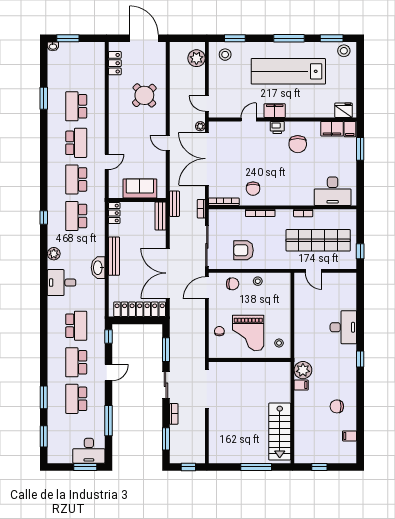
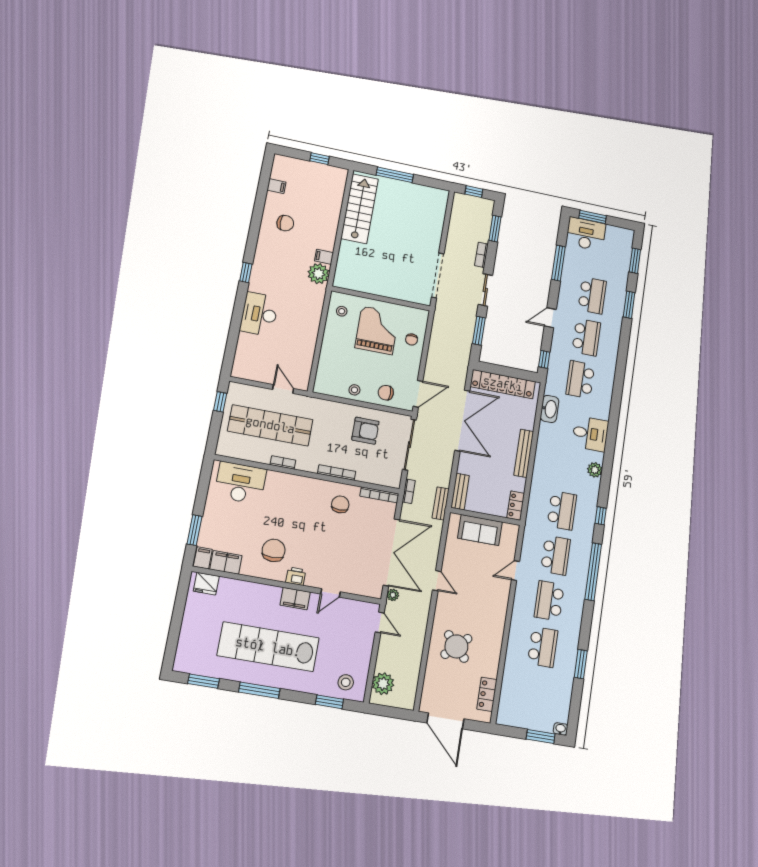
stool: (344, 51) -> (191, 662), removed
lab bench: (288, 71) -> (268, 647), turned 180
window: (44, 172) -> (593, 572), added
washbasin: (98, 268) -> (550, 409), moved

